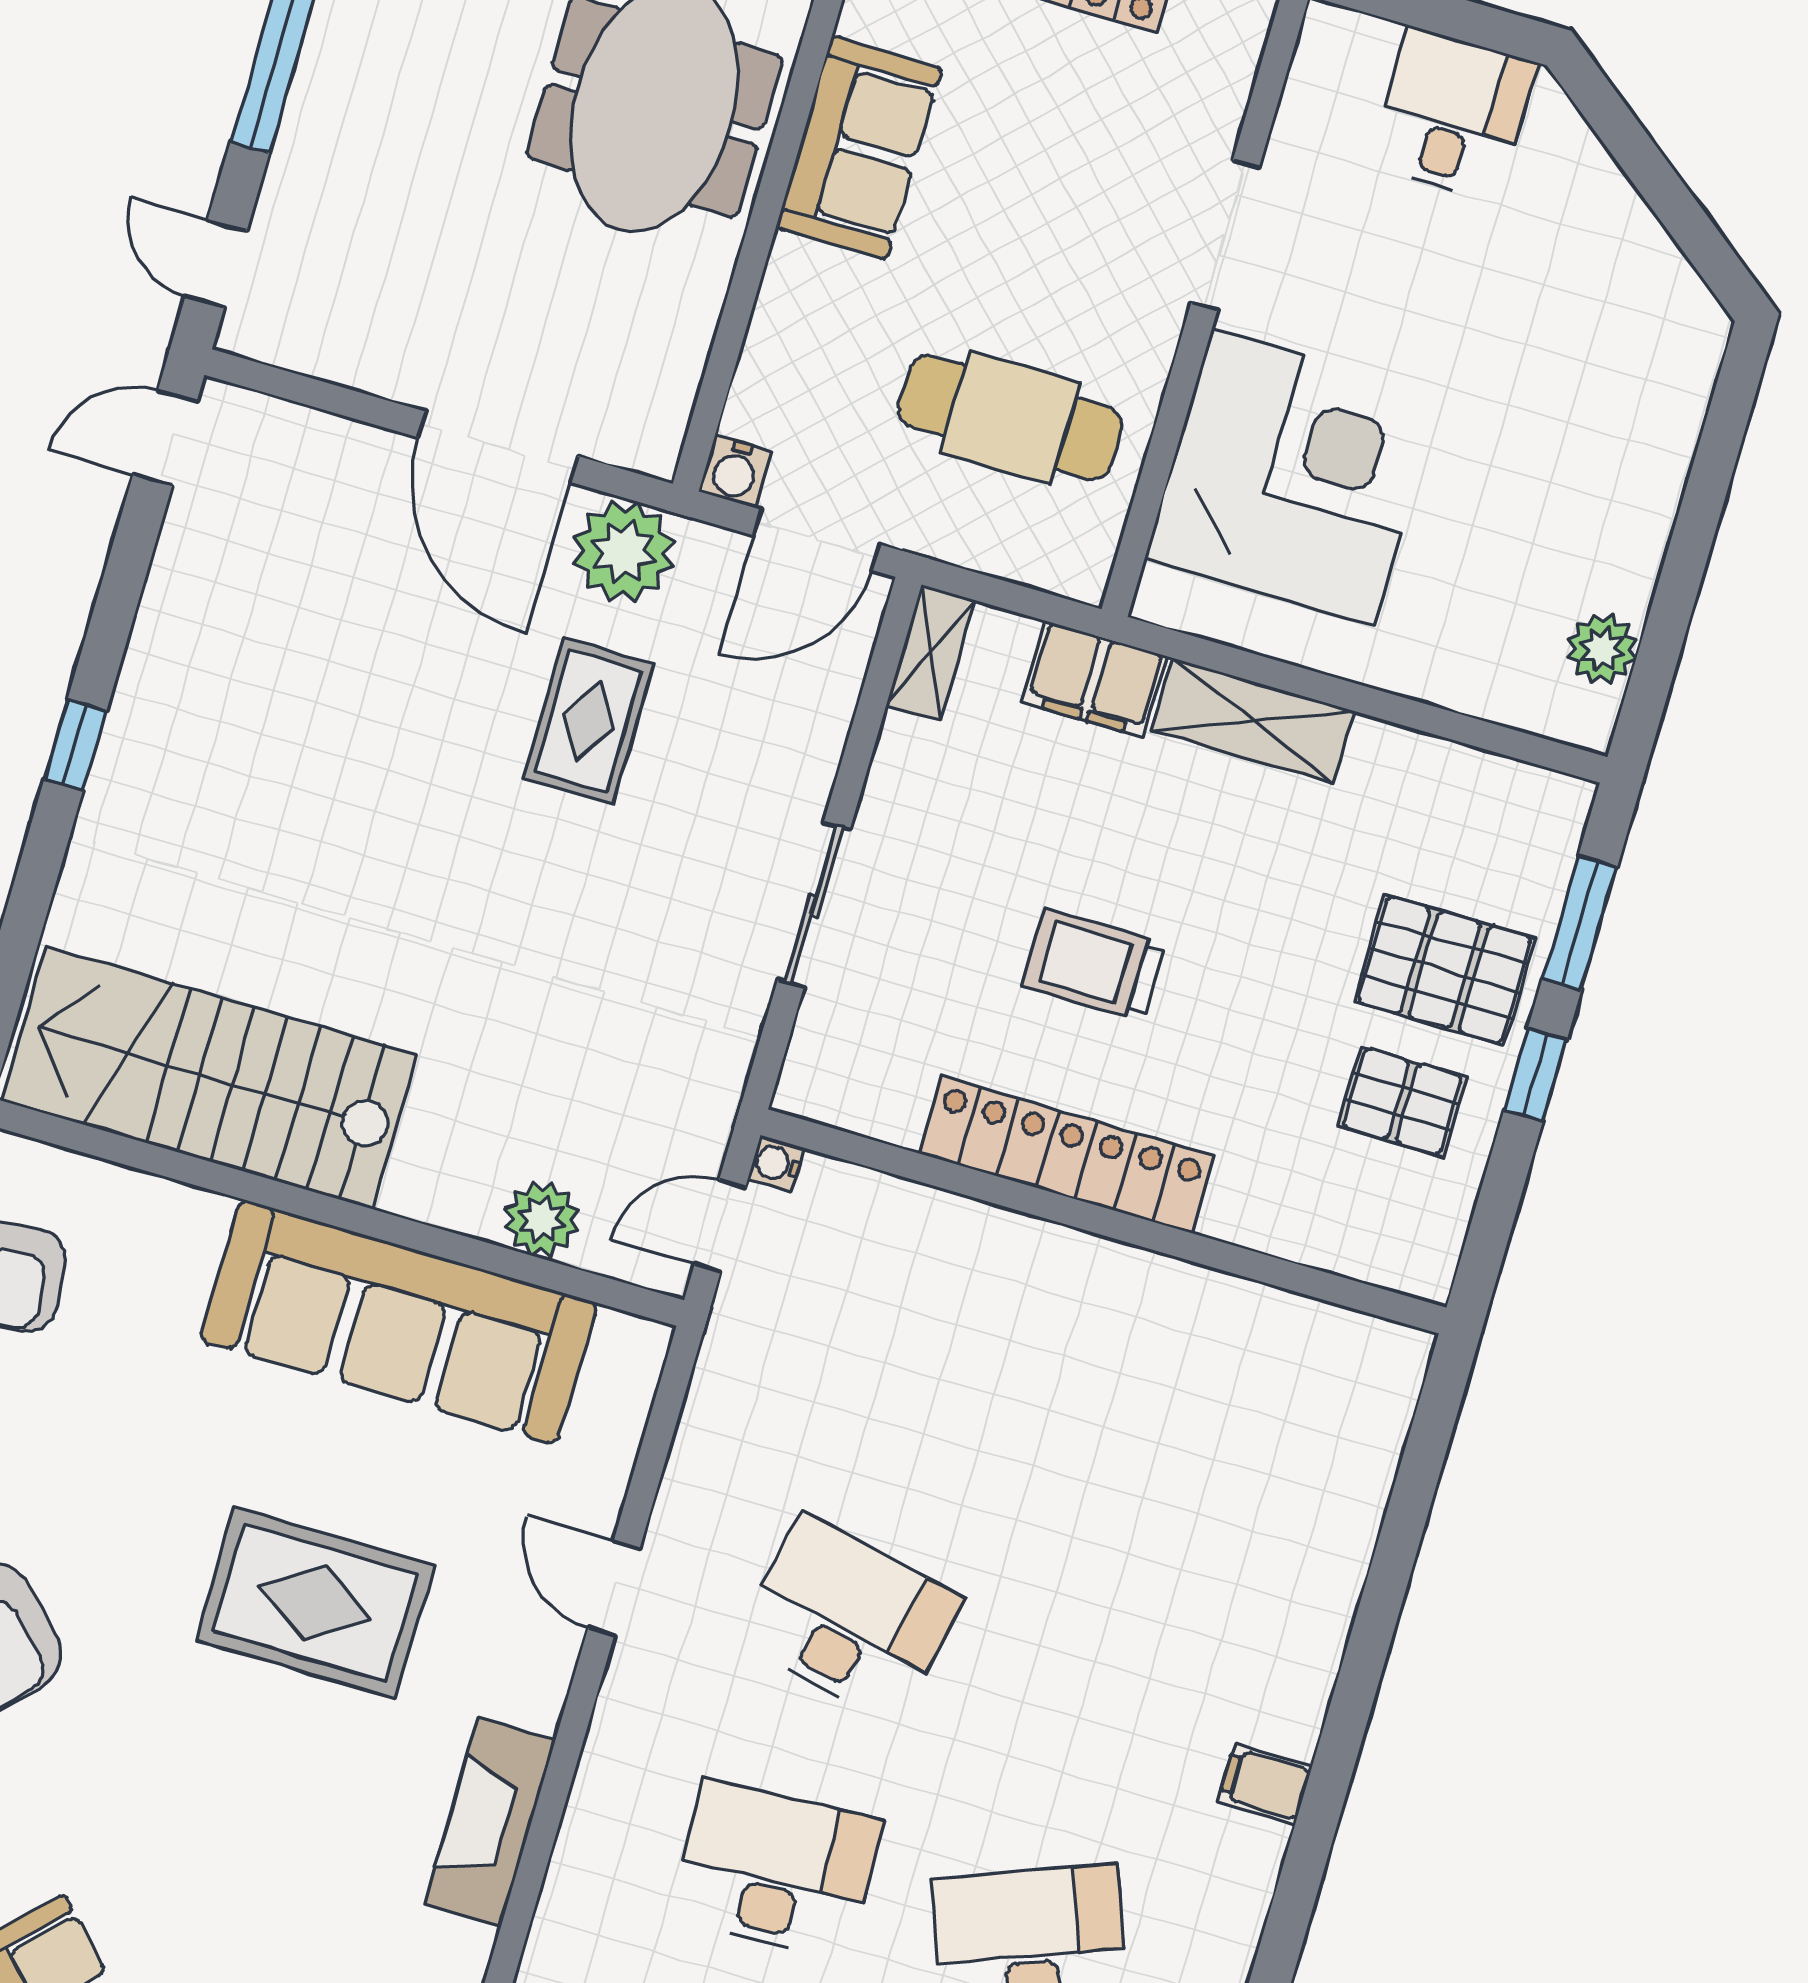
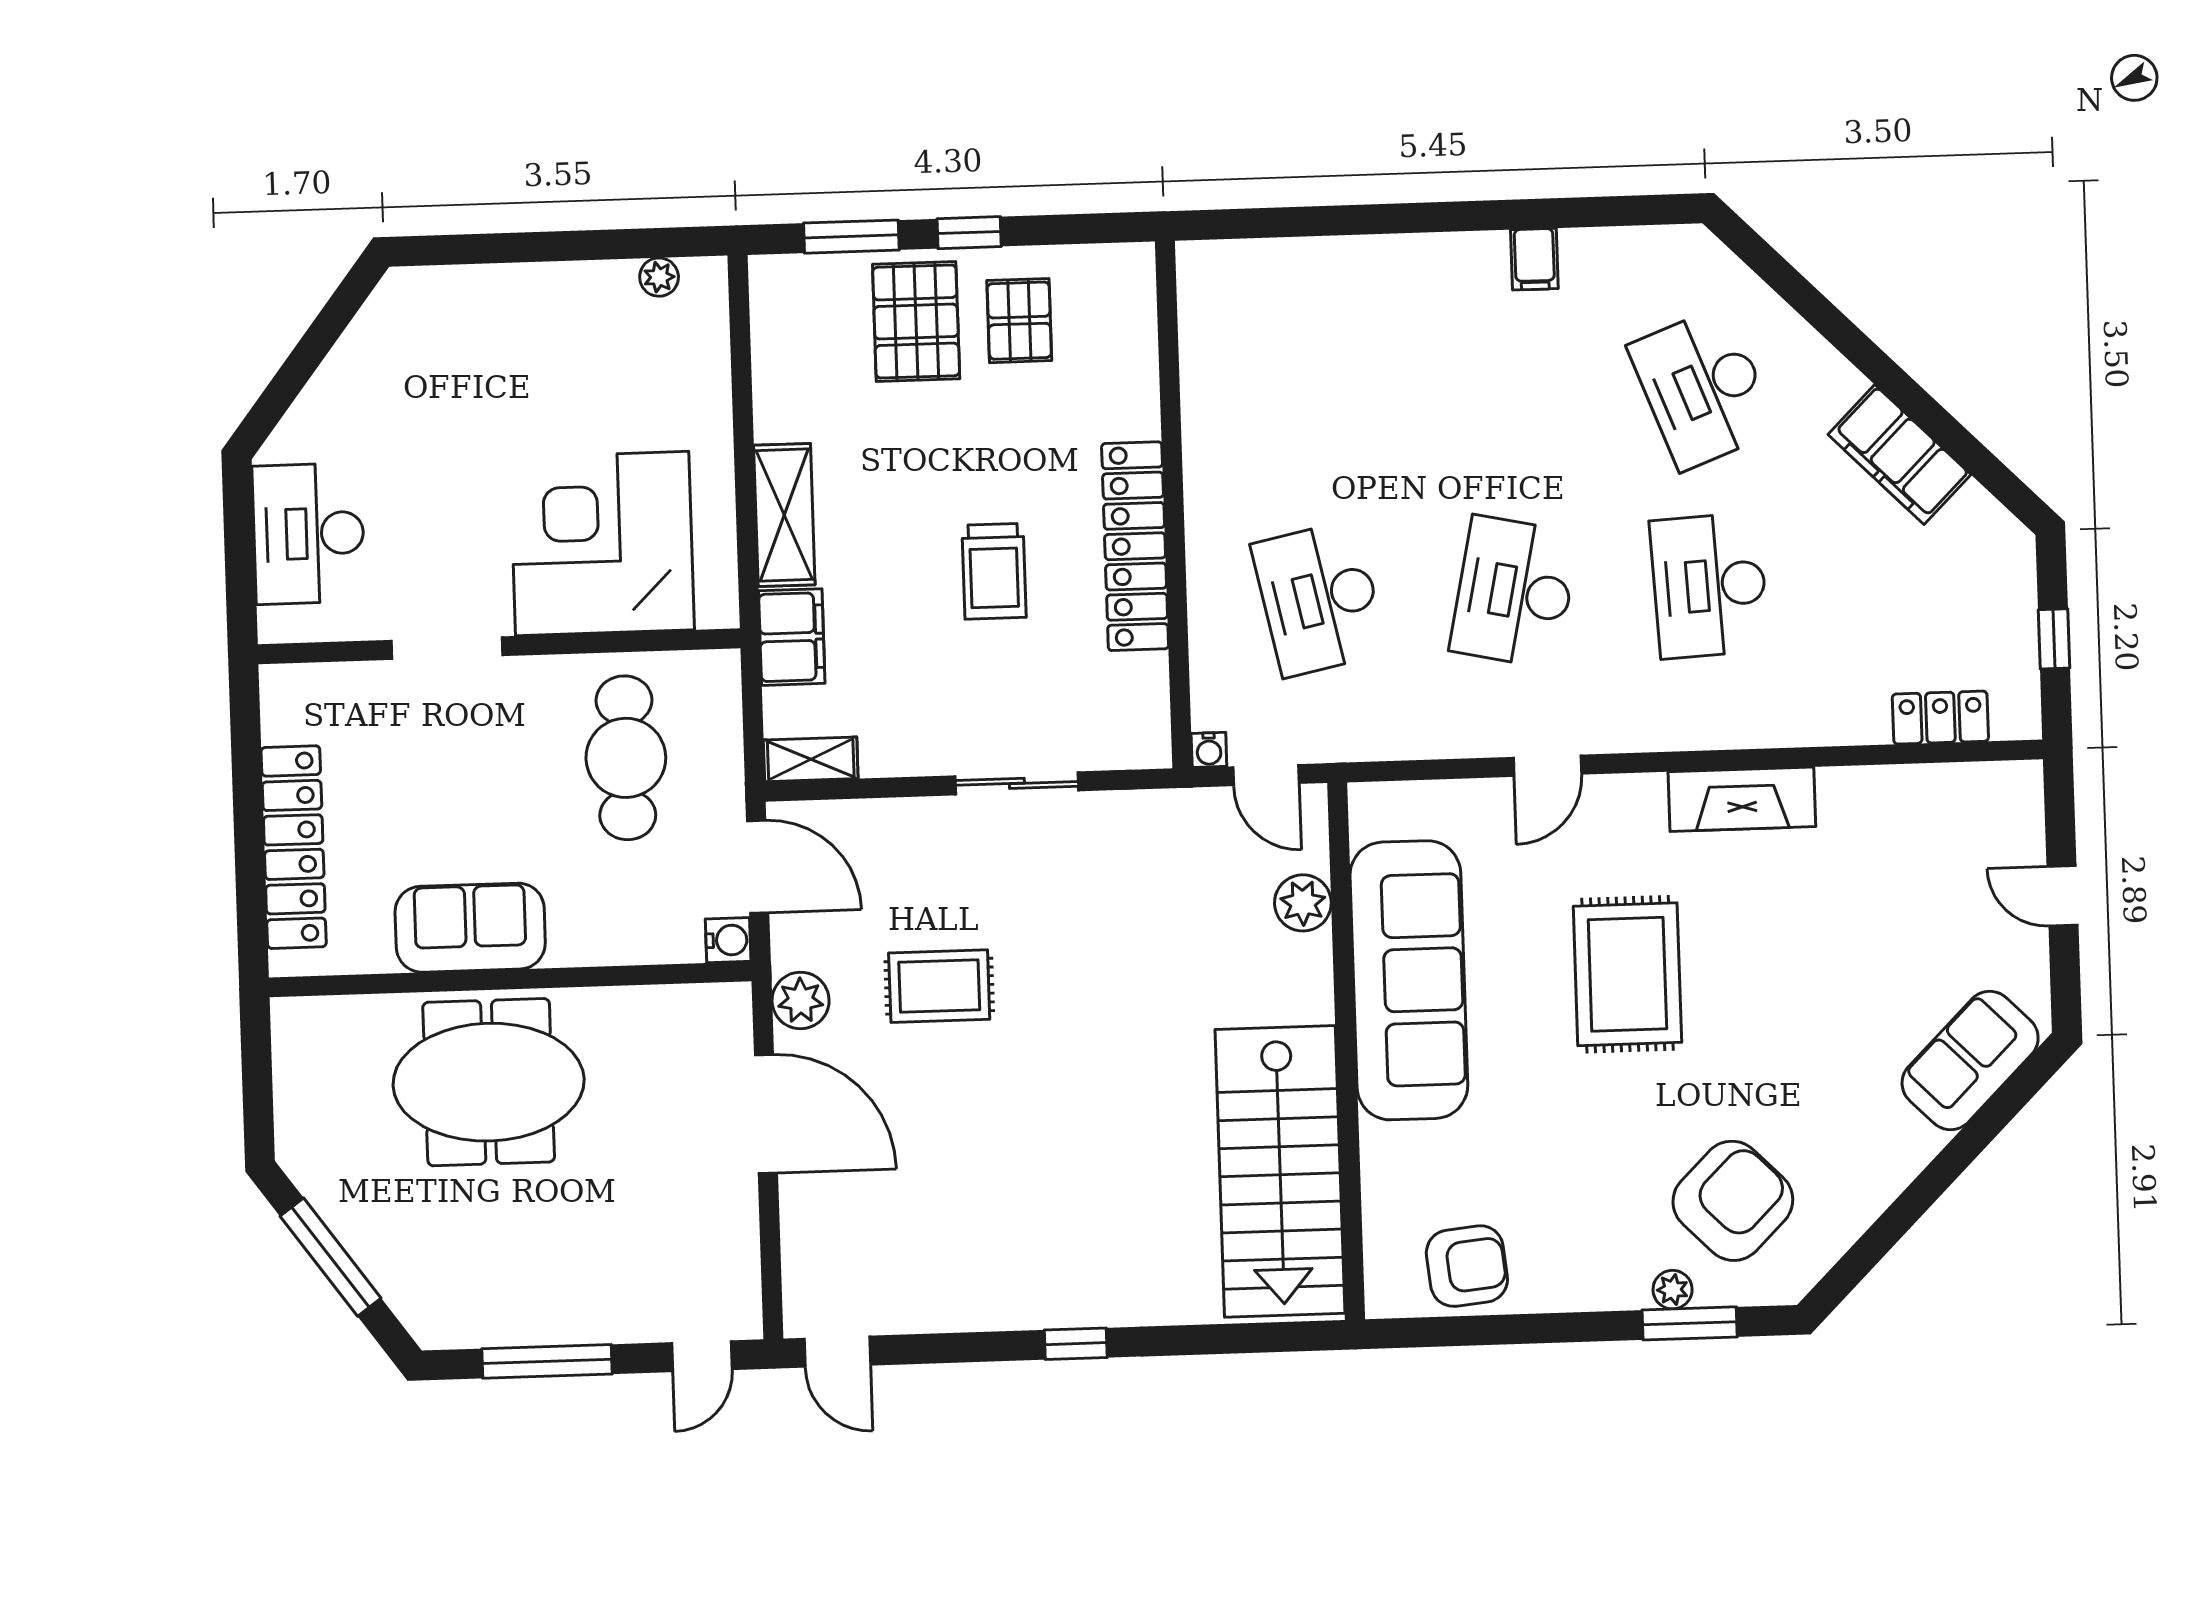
desk: (1453, 114) -> (309, 534), width x1.37
door: (498, 447) -> (766, 1114), hinge flipped
plant: (624, 552) -> (801, 1000), width x0.73, depth x0.73
plant: (1602, 649) -> (659, 277), width x0.73, depth x0.73
desk: (923, 1368) -> (1319, 598), added

